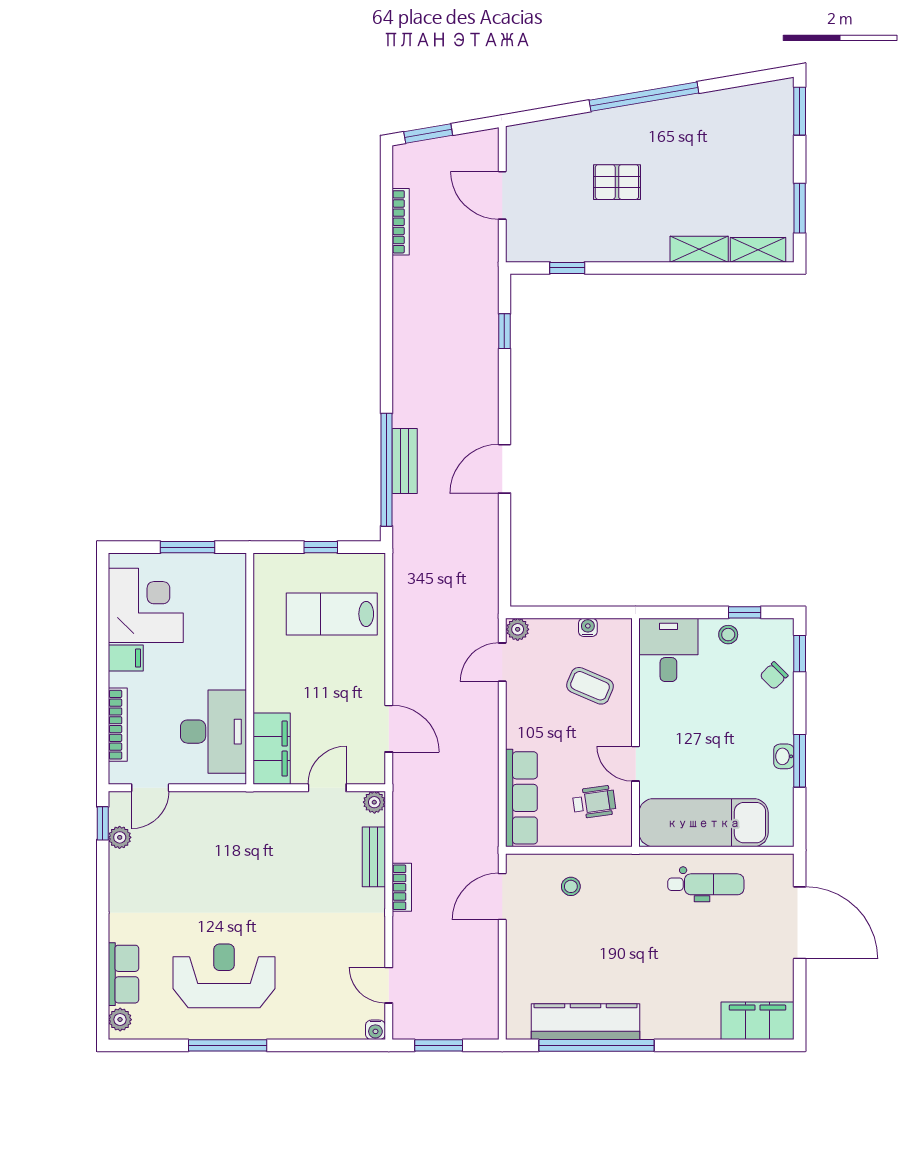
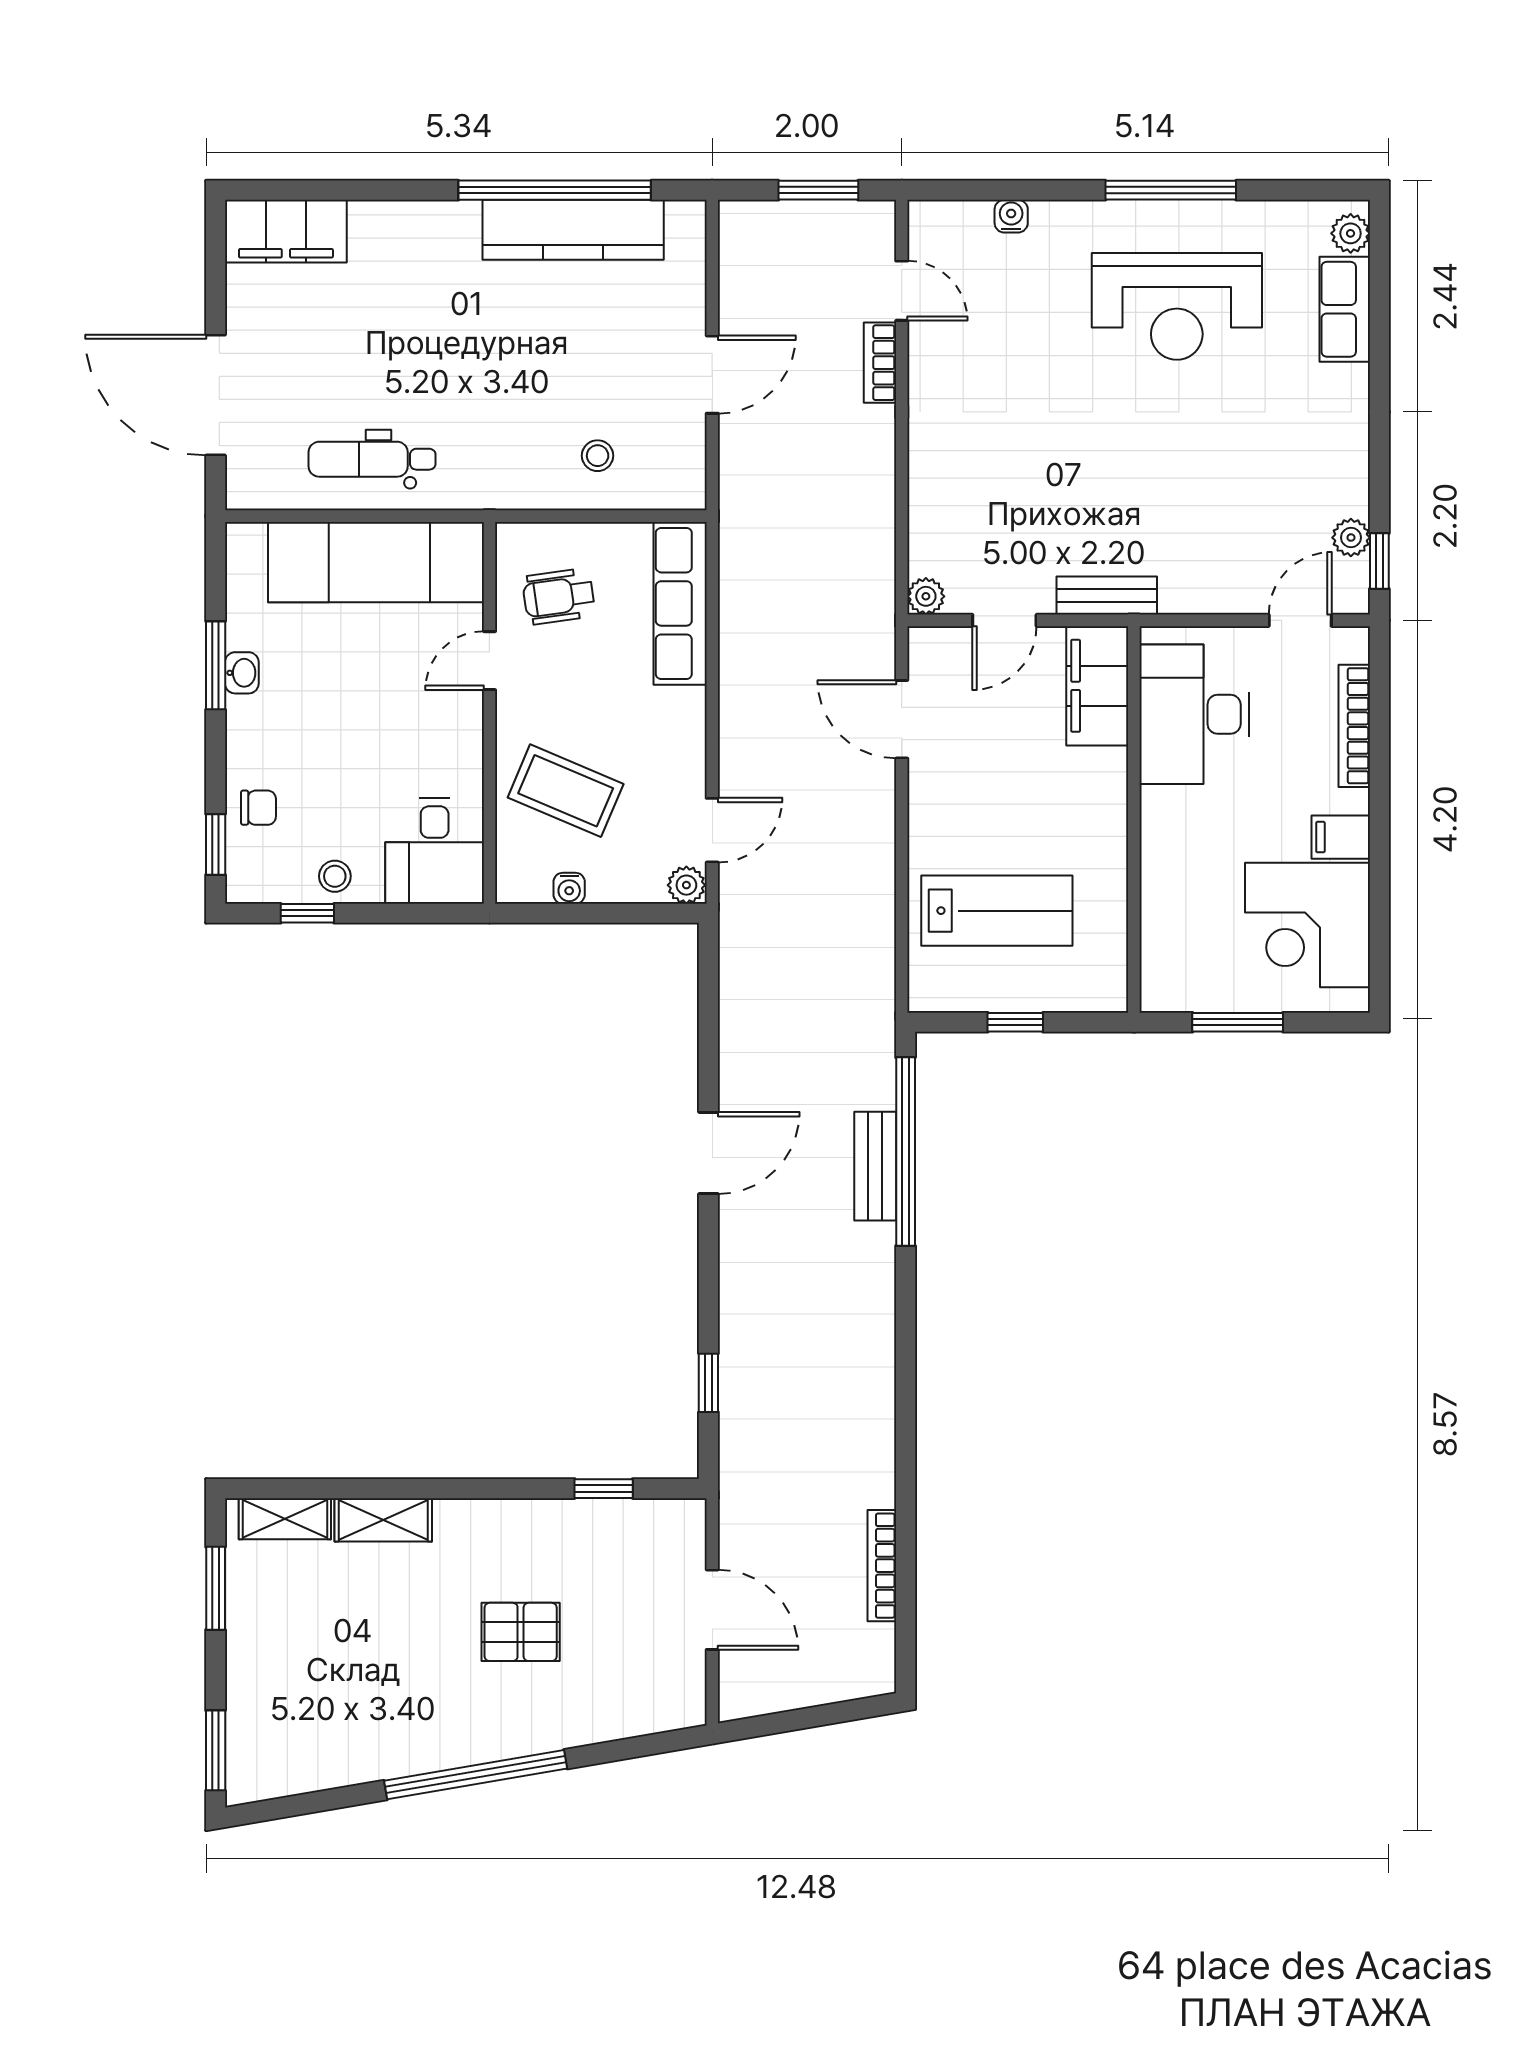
window: (428, 134) -> (836, 1713), removed
chair: (774, 676) -> (258, 808), turned 45
coffee table: (590, 686) -> (566, 791), width x1.36, depth x1.30
door: (636, 764) -> (489, 661), swing flipped
bench: (374, 857) -> (1107, 596), moved, turned 90
bookcase: (402, 887) -> (880, 363), moved
door: (502, 897) -> (712, 375), moved
water cooler: (375, 1030) -> (1011, 216), moved

